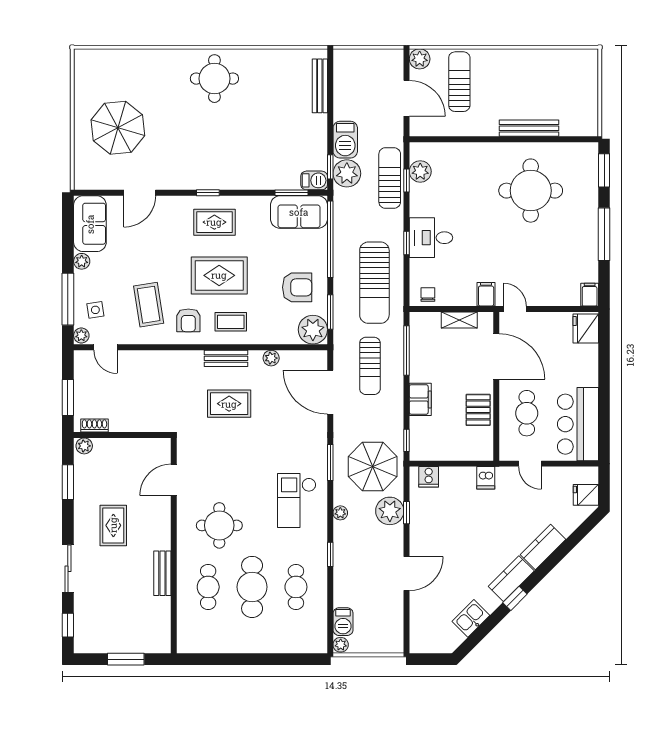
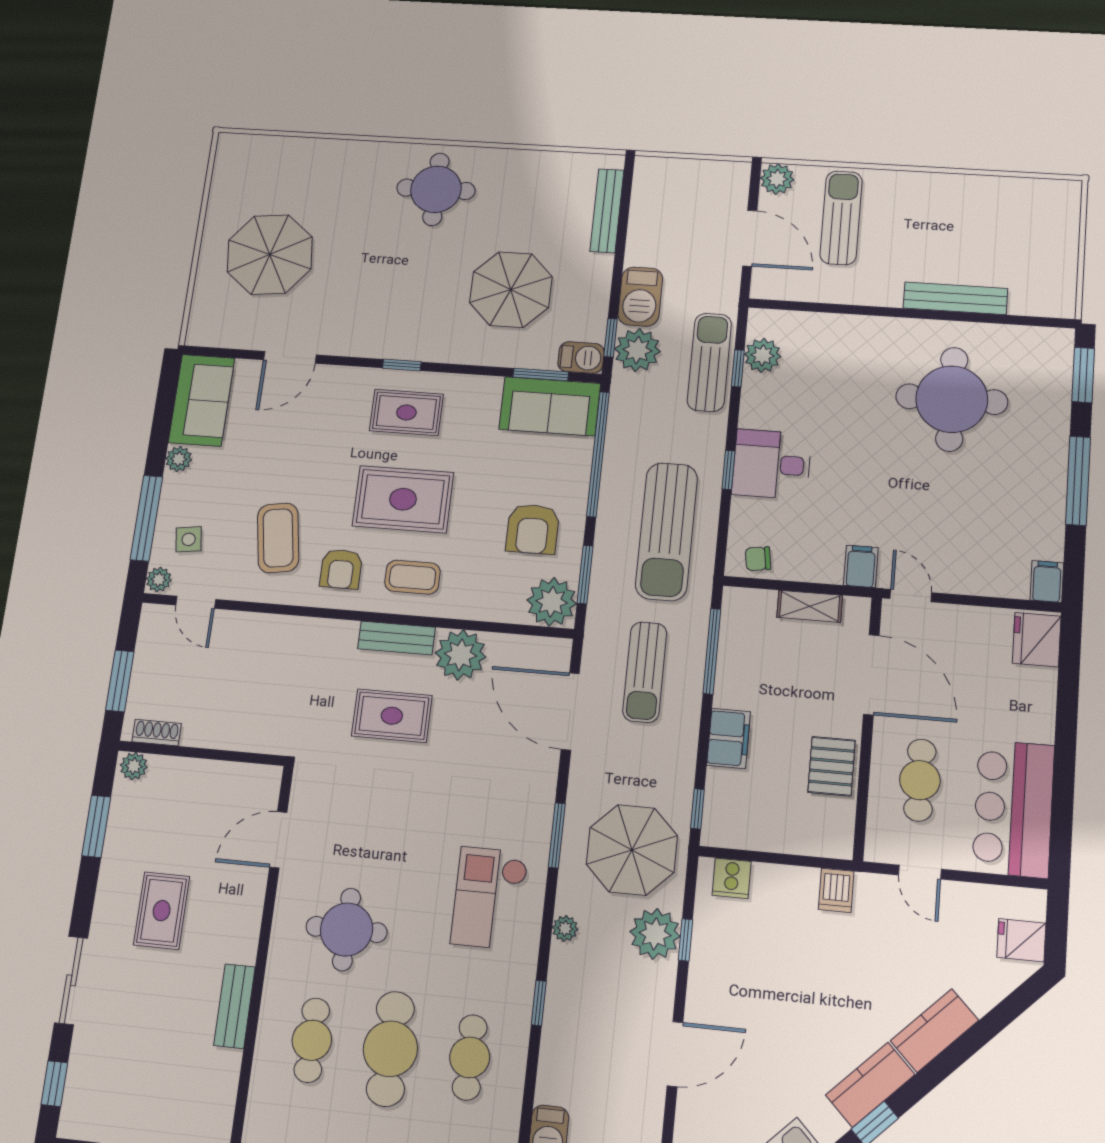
parasol: (268, 141) -> (511, 290), added
armchair: (297, 287) -> (533, 529), turned 90
chair: (428, 295) -> (758, 559), turned -98
plant: (271, 358) -> (461, 655), width x1.87, depth x1.87

